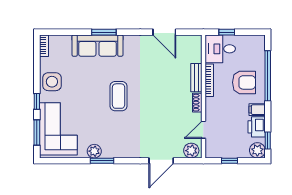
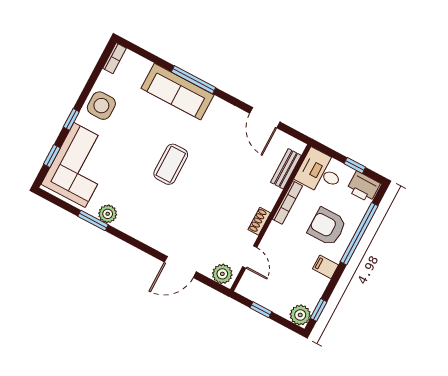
window: (104, 32) -> (193, 80), width x1.44
window: (227, 32) -> (355, 165), moved
bench: (196, 78) -> (286, 169), moved
armchair: (244, 82) -> (327, 227), turned 180
printer: (257, 127) -> (363, 187), moved, turned -90
door: (203, 130) -> (250, 257), swing flipped
window: (37, 132) -> (52, 156), width x0.67
window: (102, 161) -> (93, 221), moved

